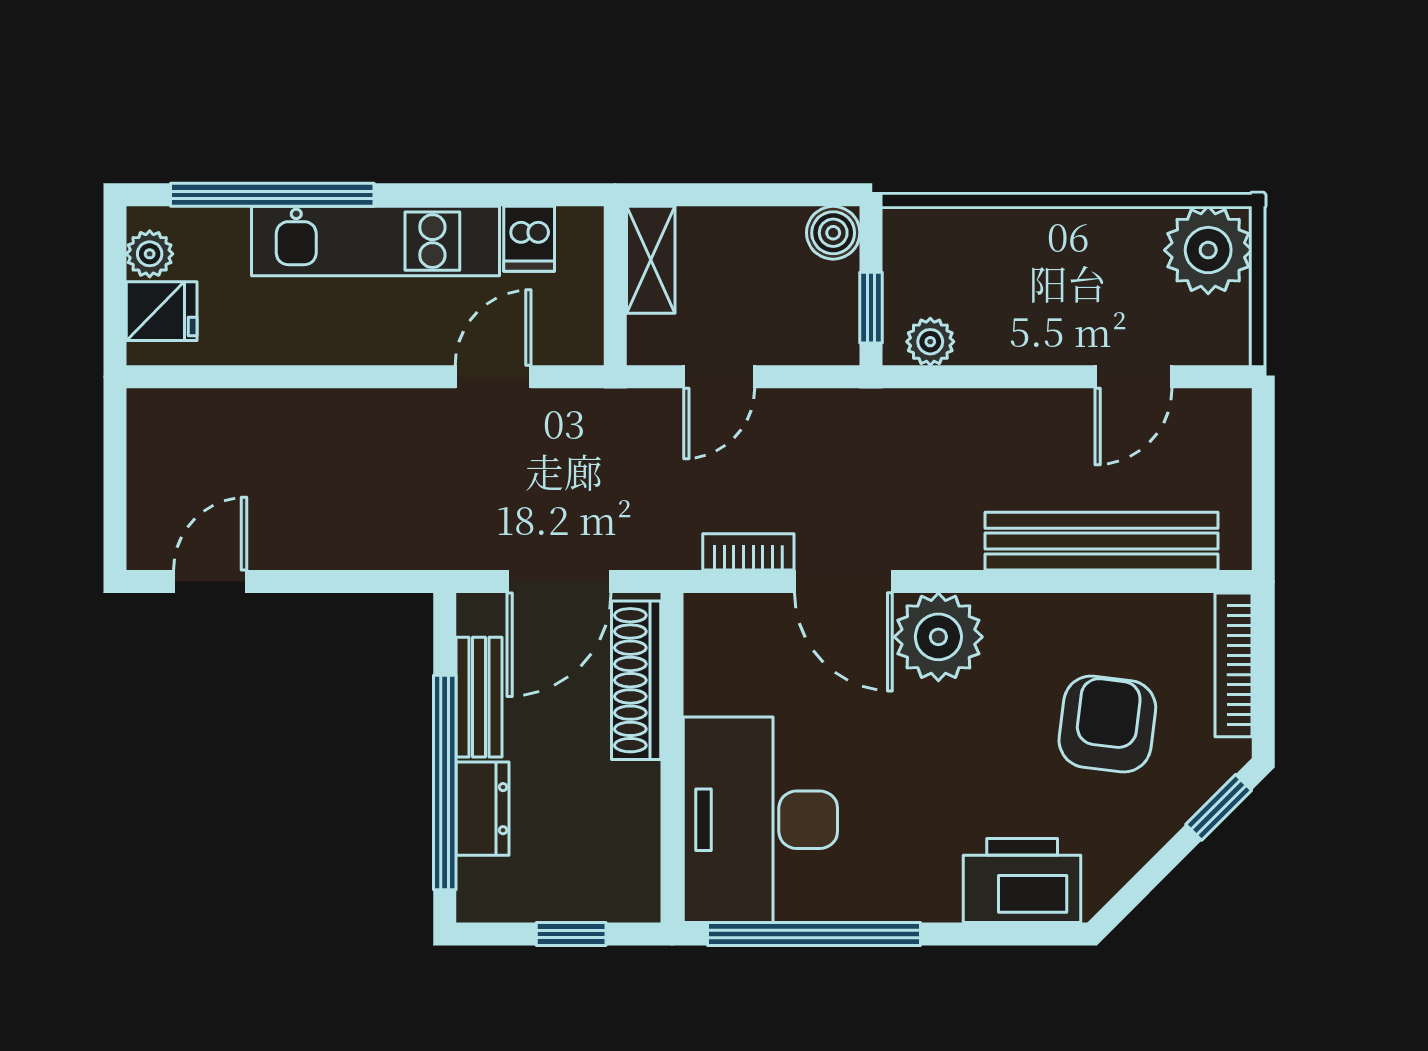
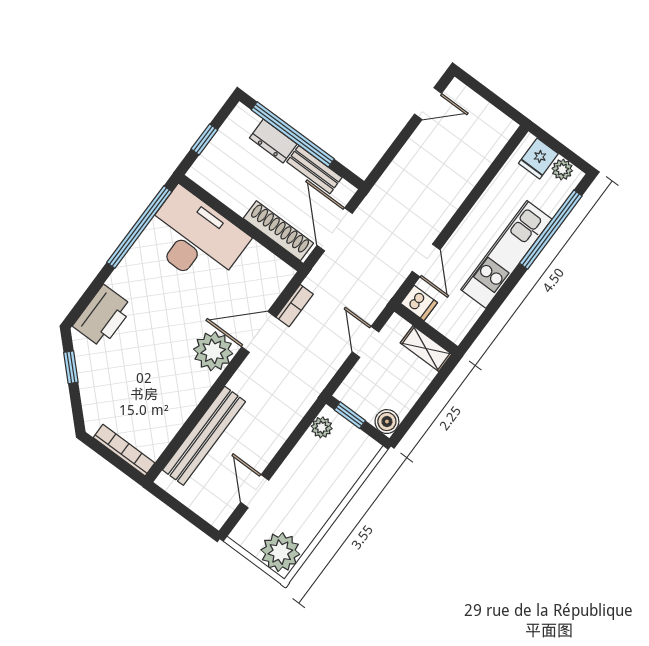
dishwasher: (529, 239) -> (419, 303), moved, turned 180
door: (210, 581) -> (428, 104), hinge flipped
armchair: (1107, 724) -> (136, 389), removed
window: (1219, 807) -> (71, 367), moved

